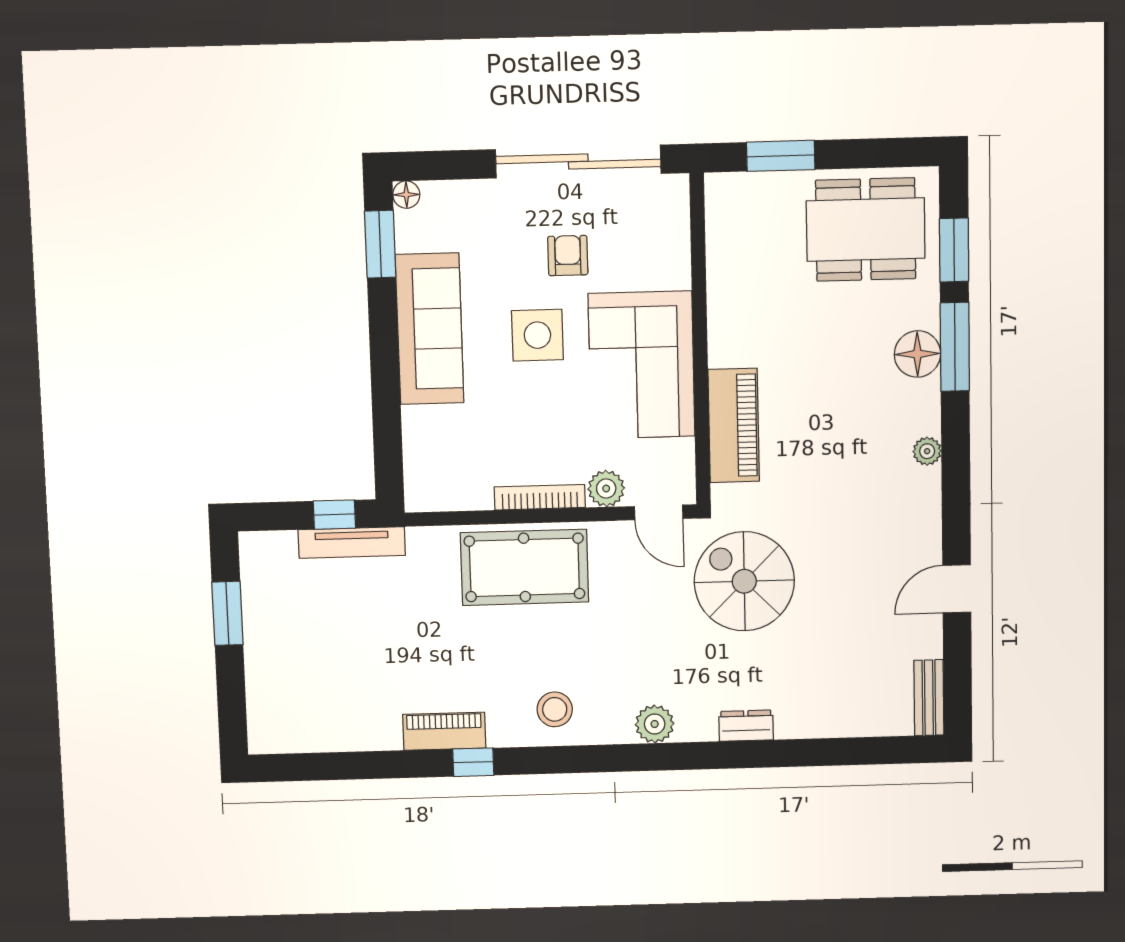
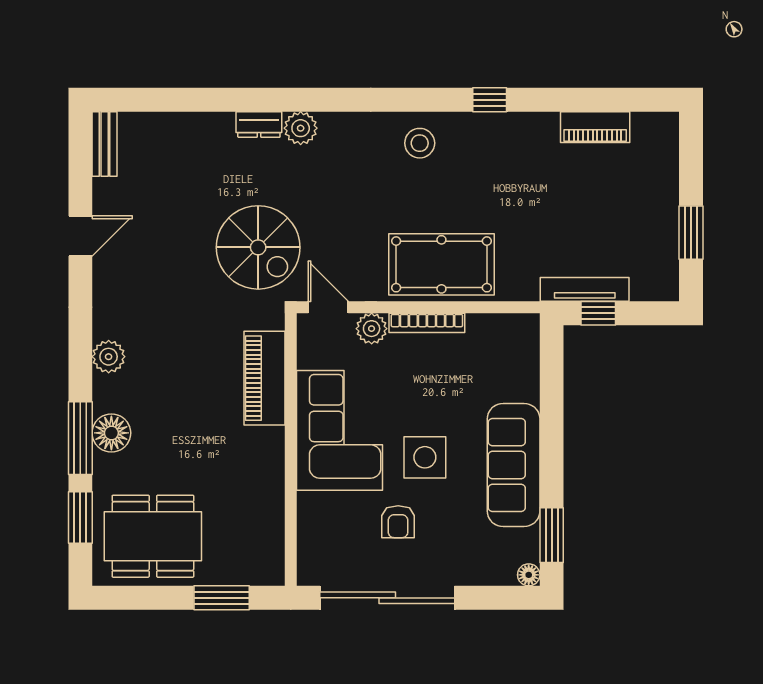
plant: (927, 451) -> (109, 357), width x1.38, depth x1.38
plant: (655, 724) -> (301, 128), moved
piano: (444, 731) -> (595, 127), moved

